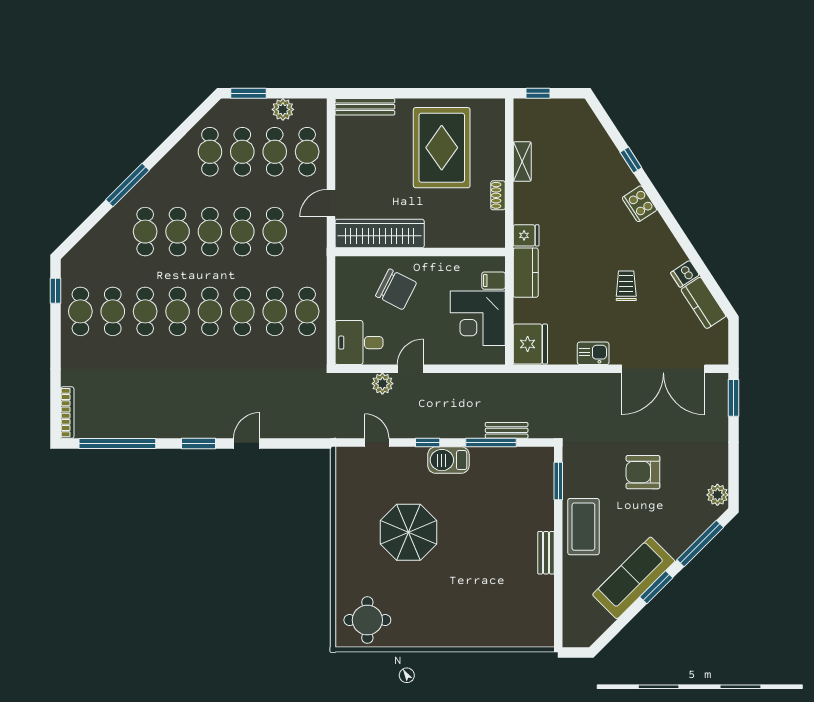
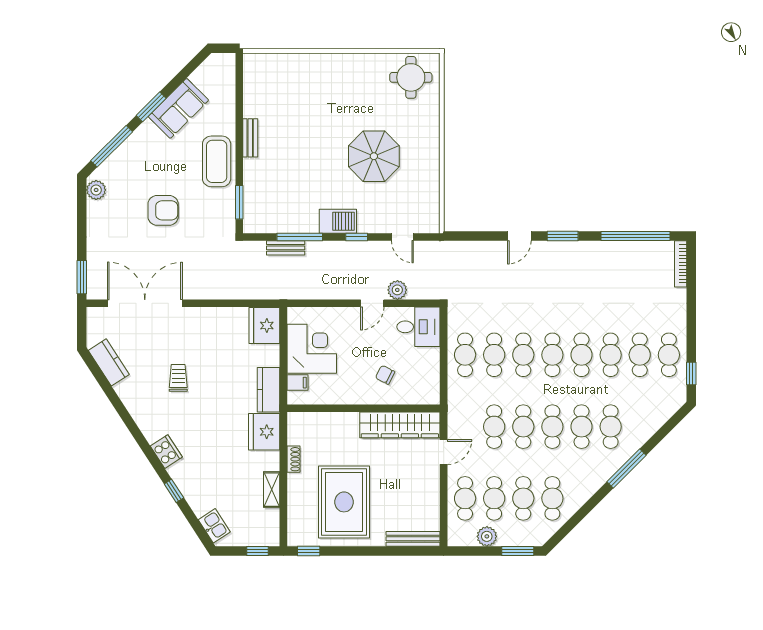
window: (481, 93) -> (309, 551), added
fridge: (526, 235) -> (264, 432), width x1.88, depth x1.34
dishwasher: (685, 274) -> (125, 389), removed
trolley: (626, 286) -> (178, 378), turned 180
chair: (396, 289) -> (385, 375), width x0.54, depth x0.54
kitchen sink: (593, 353) -> (214, 526), moved, turned -123
sofa: (634, 578) -> (178, 108), width x0.73

